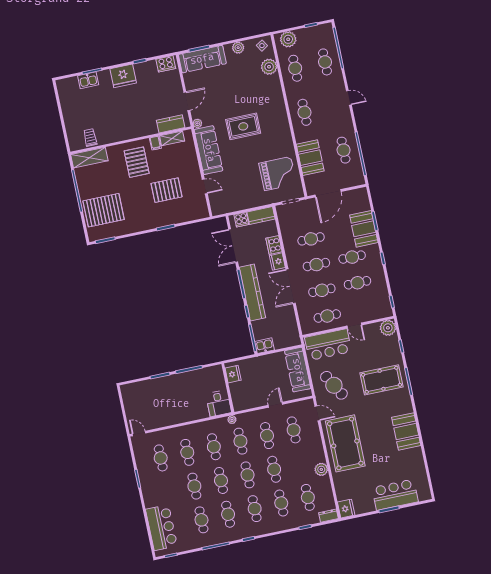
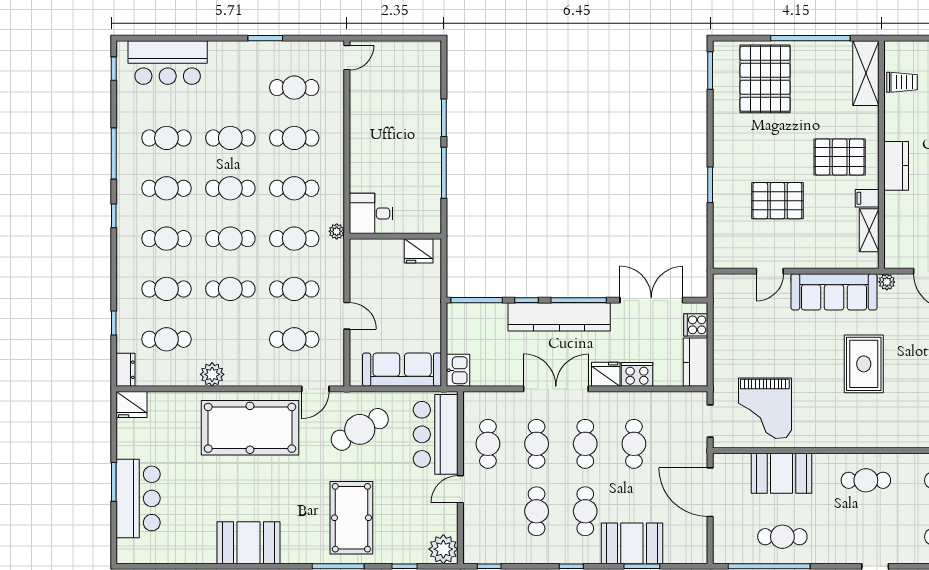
kitchen counter: (171, 124) -> (896, 166), moved
pallet: (167, 190) -> (777, 201), turned 90
kitchen sink: (264, 346) -> (458, 370), moved

